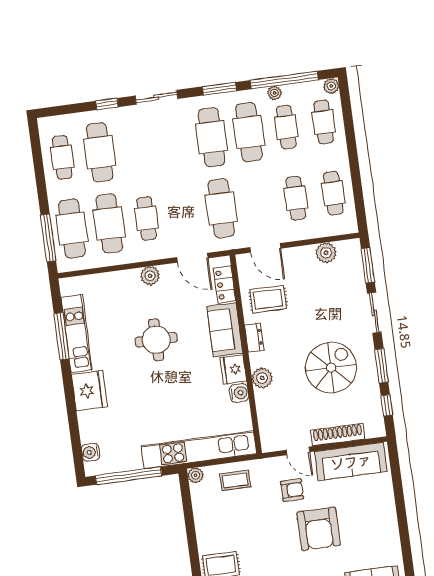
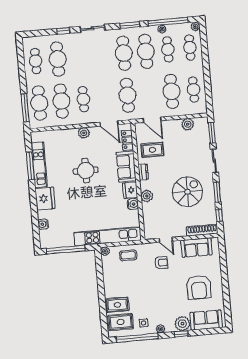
cafe table: (296, 198) -> (172, 91), width x1.37, depth x1.35
shoe rack: (338, 435) -> (202, 230), moved
water cooler: (91, 452) -> (43, 224), moved
sofa: (351, 462) -> (196, 247), width x0.73
armchair: (319, 529) -> (199, 287), moved

